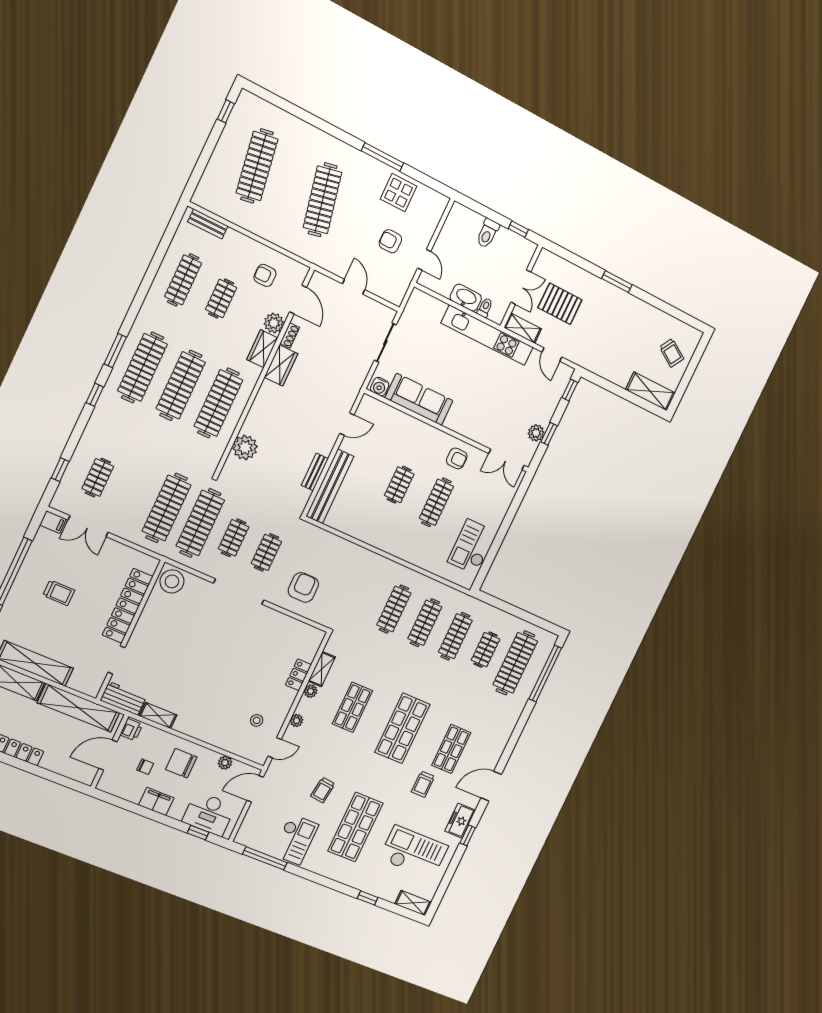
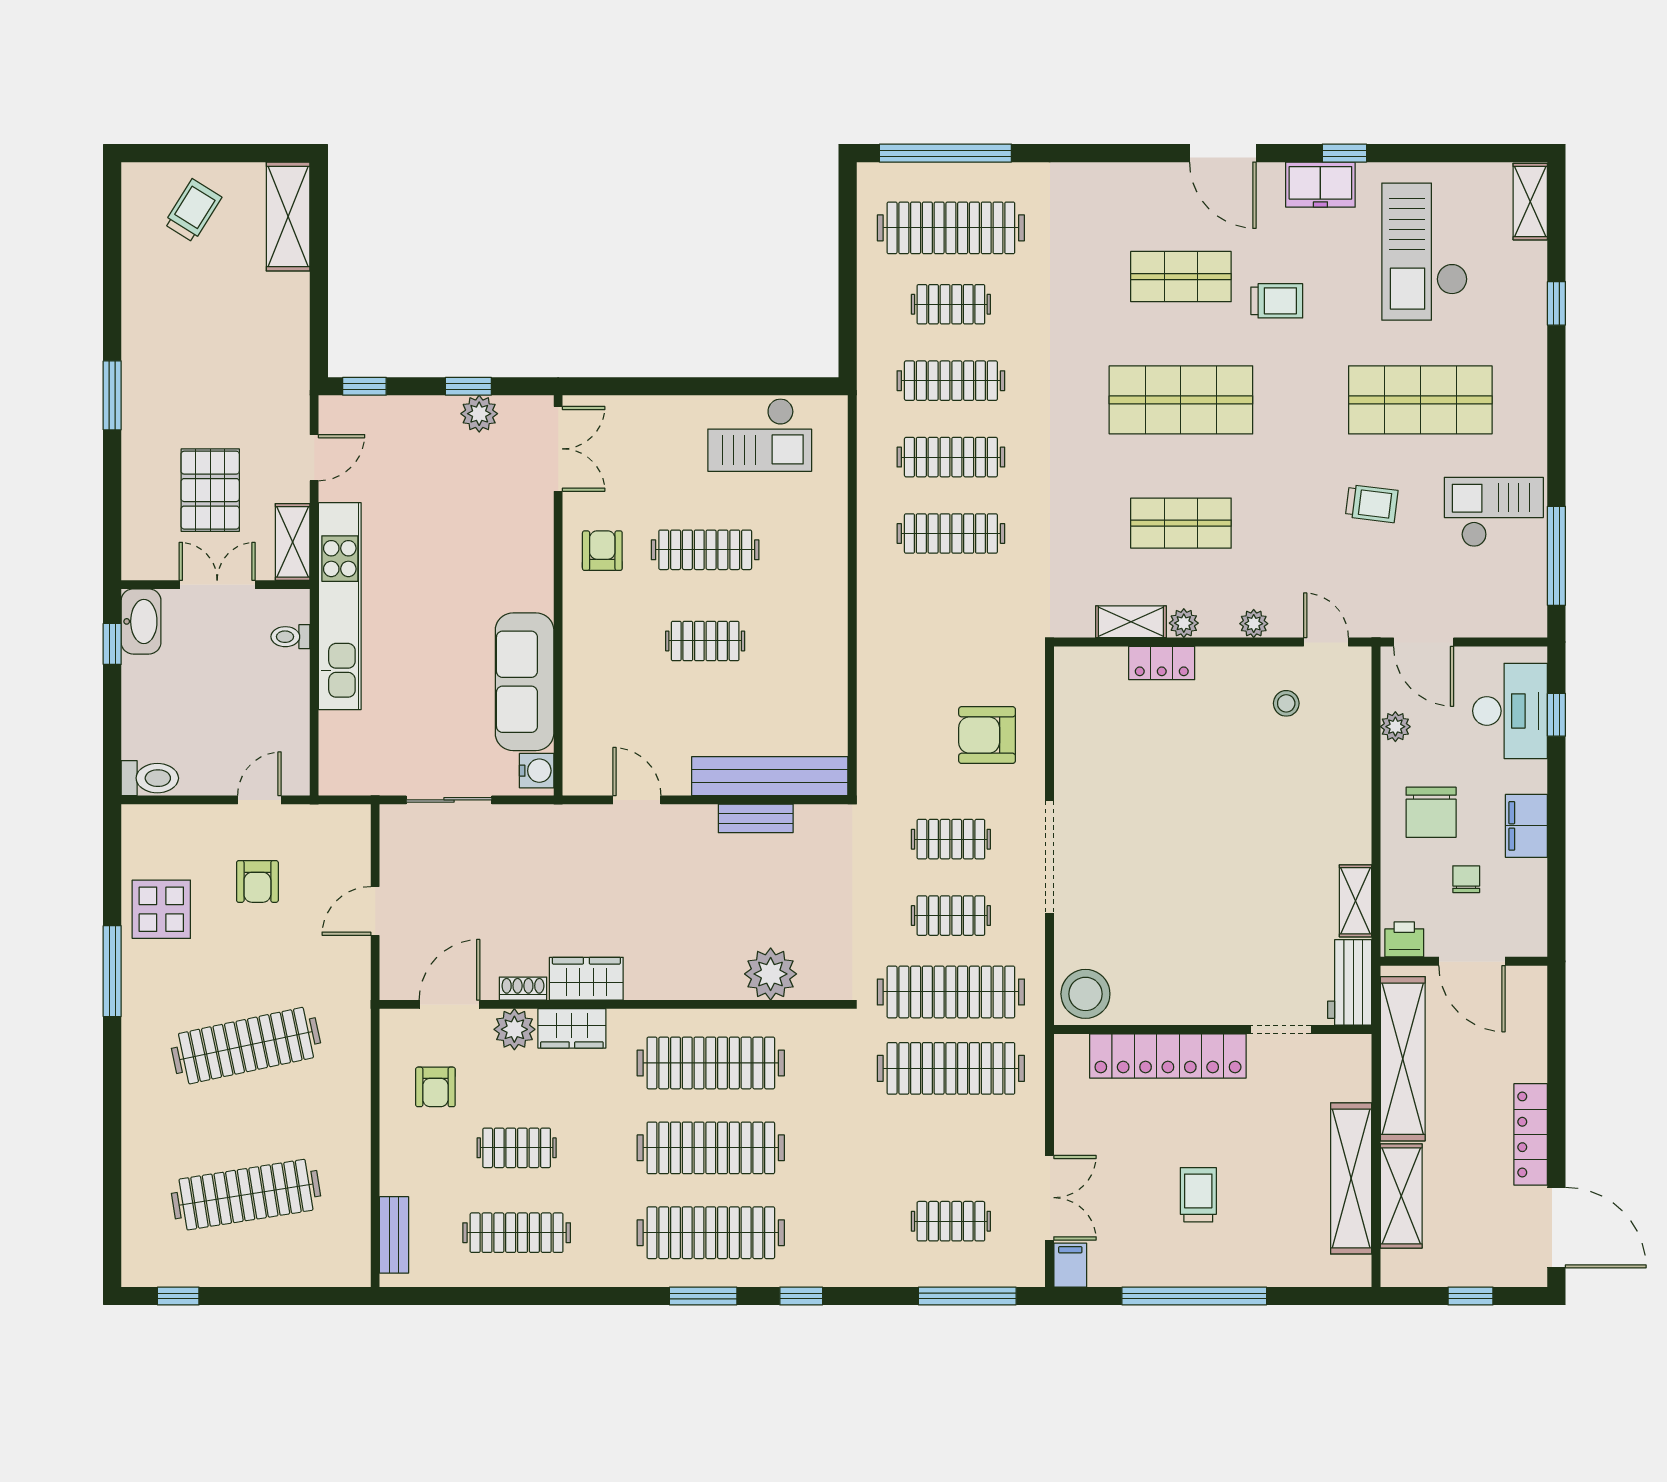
toilet: (488, 233) -> (150, 778), moved
washbasin: (466, 298) -> (141, 621), moved, turned 180
window: (60, 470) -> (967, 1296), width x2.17

